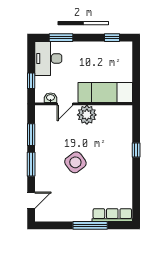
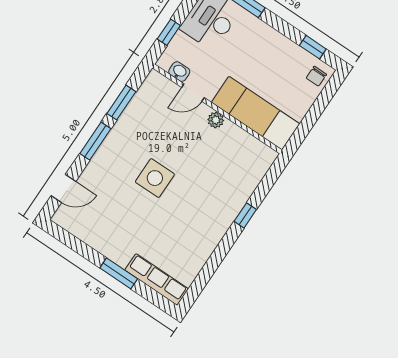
chair: (124, 52) -> (316, 76), added
plant: (87, 115) -> (216, 120), width x0.53, depth x0.53
side table: (75, 162) -> (155, 178), turned 37
window: (90, 225) -> (119, 273), width x0.69

